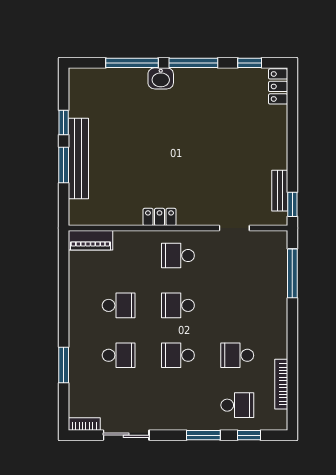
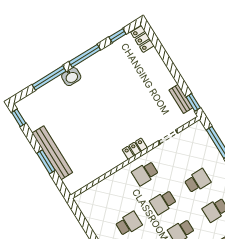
window: (64, 122) -> (19, 118), moved
locker: (160, 217) -> (135, 149), moved
piano: (90, 240) -> (89, 196), removed
school desk: (237, 305) -> (198, 181), added

